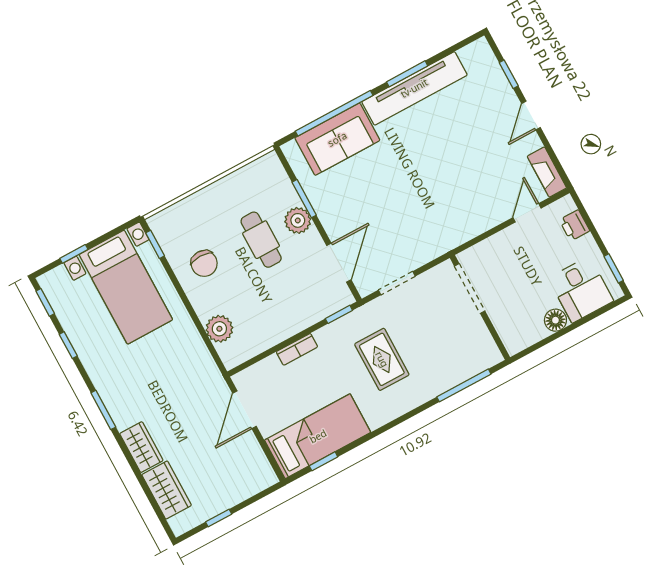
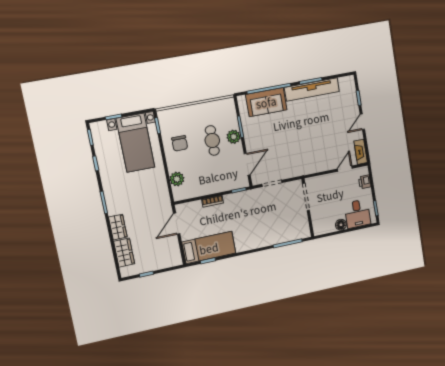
rug: (382, 359) -> (253, 219), removed

